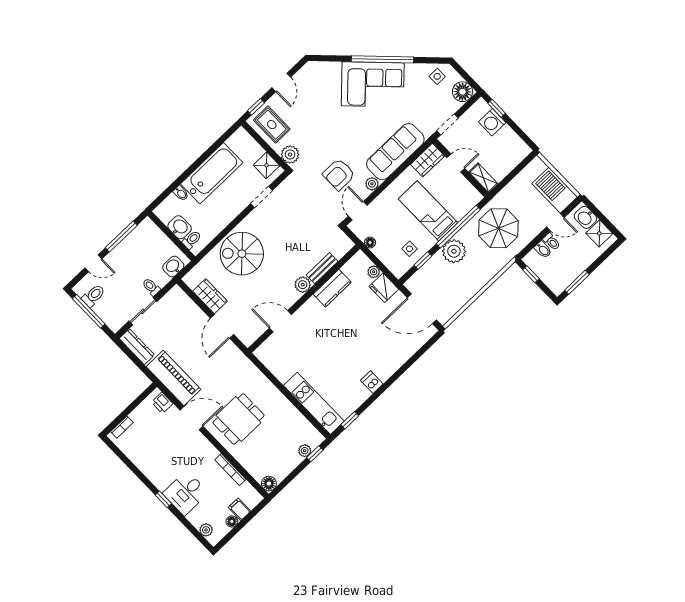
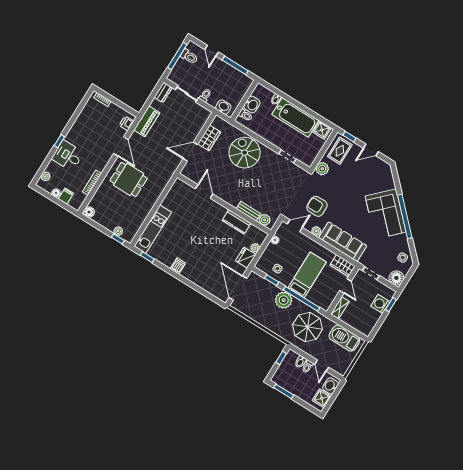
shower: (266, 165) -> (322, 130), moved
barbecue: (555, 190) -> (344, 338), moved, turned -90
plant: (303, 285) -> (265, 220), moved
dresser: (137, 347) -> (163, 92), width x0.70
piano: (174, 378) -> (147, 121), width x0.73, depth x0.75

